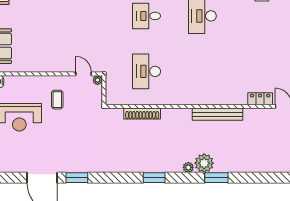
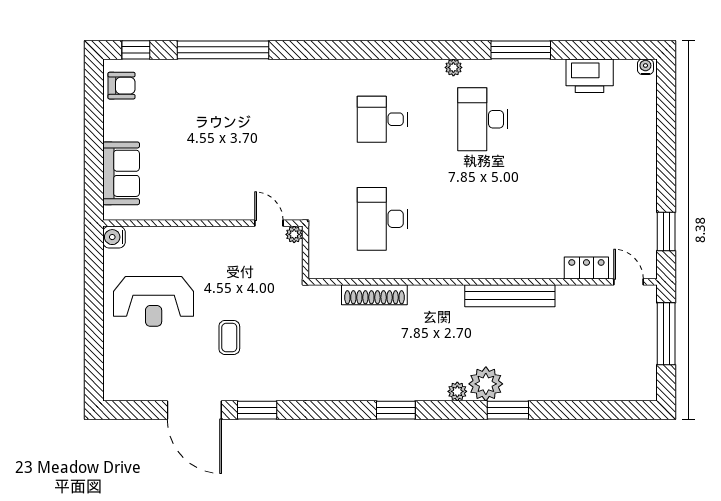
coffee table: (57, 100) -> (229, 337), moved

